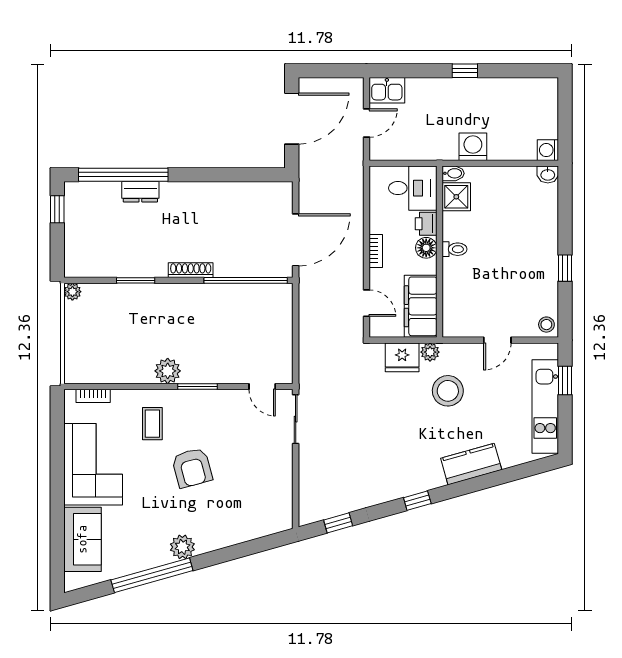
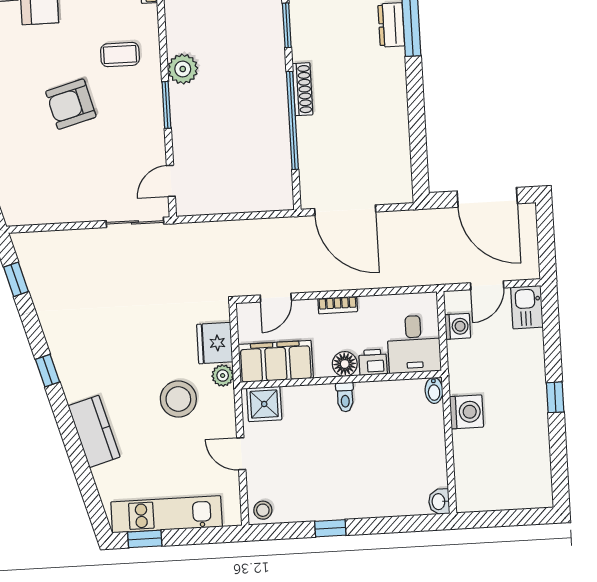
door: (366, 123) -> (487, 285), hinge flipped
washing machine: (548, 150) -> (458, 326), moved, turned 90
shower: (456, 197) -> (264, 404), moved
window: (246, 280) -> (292, 120), moved
window: (565, 381) -> (145, 539), moved

